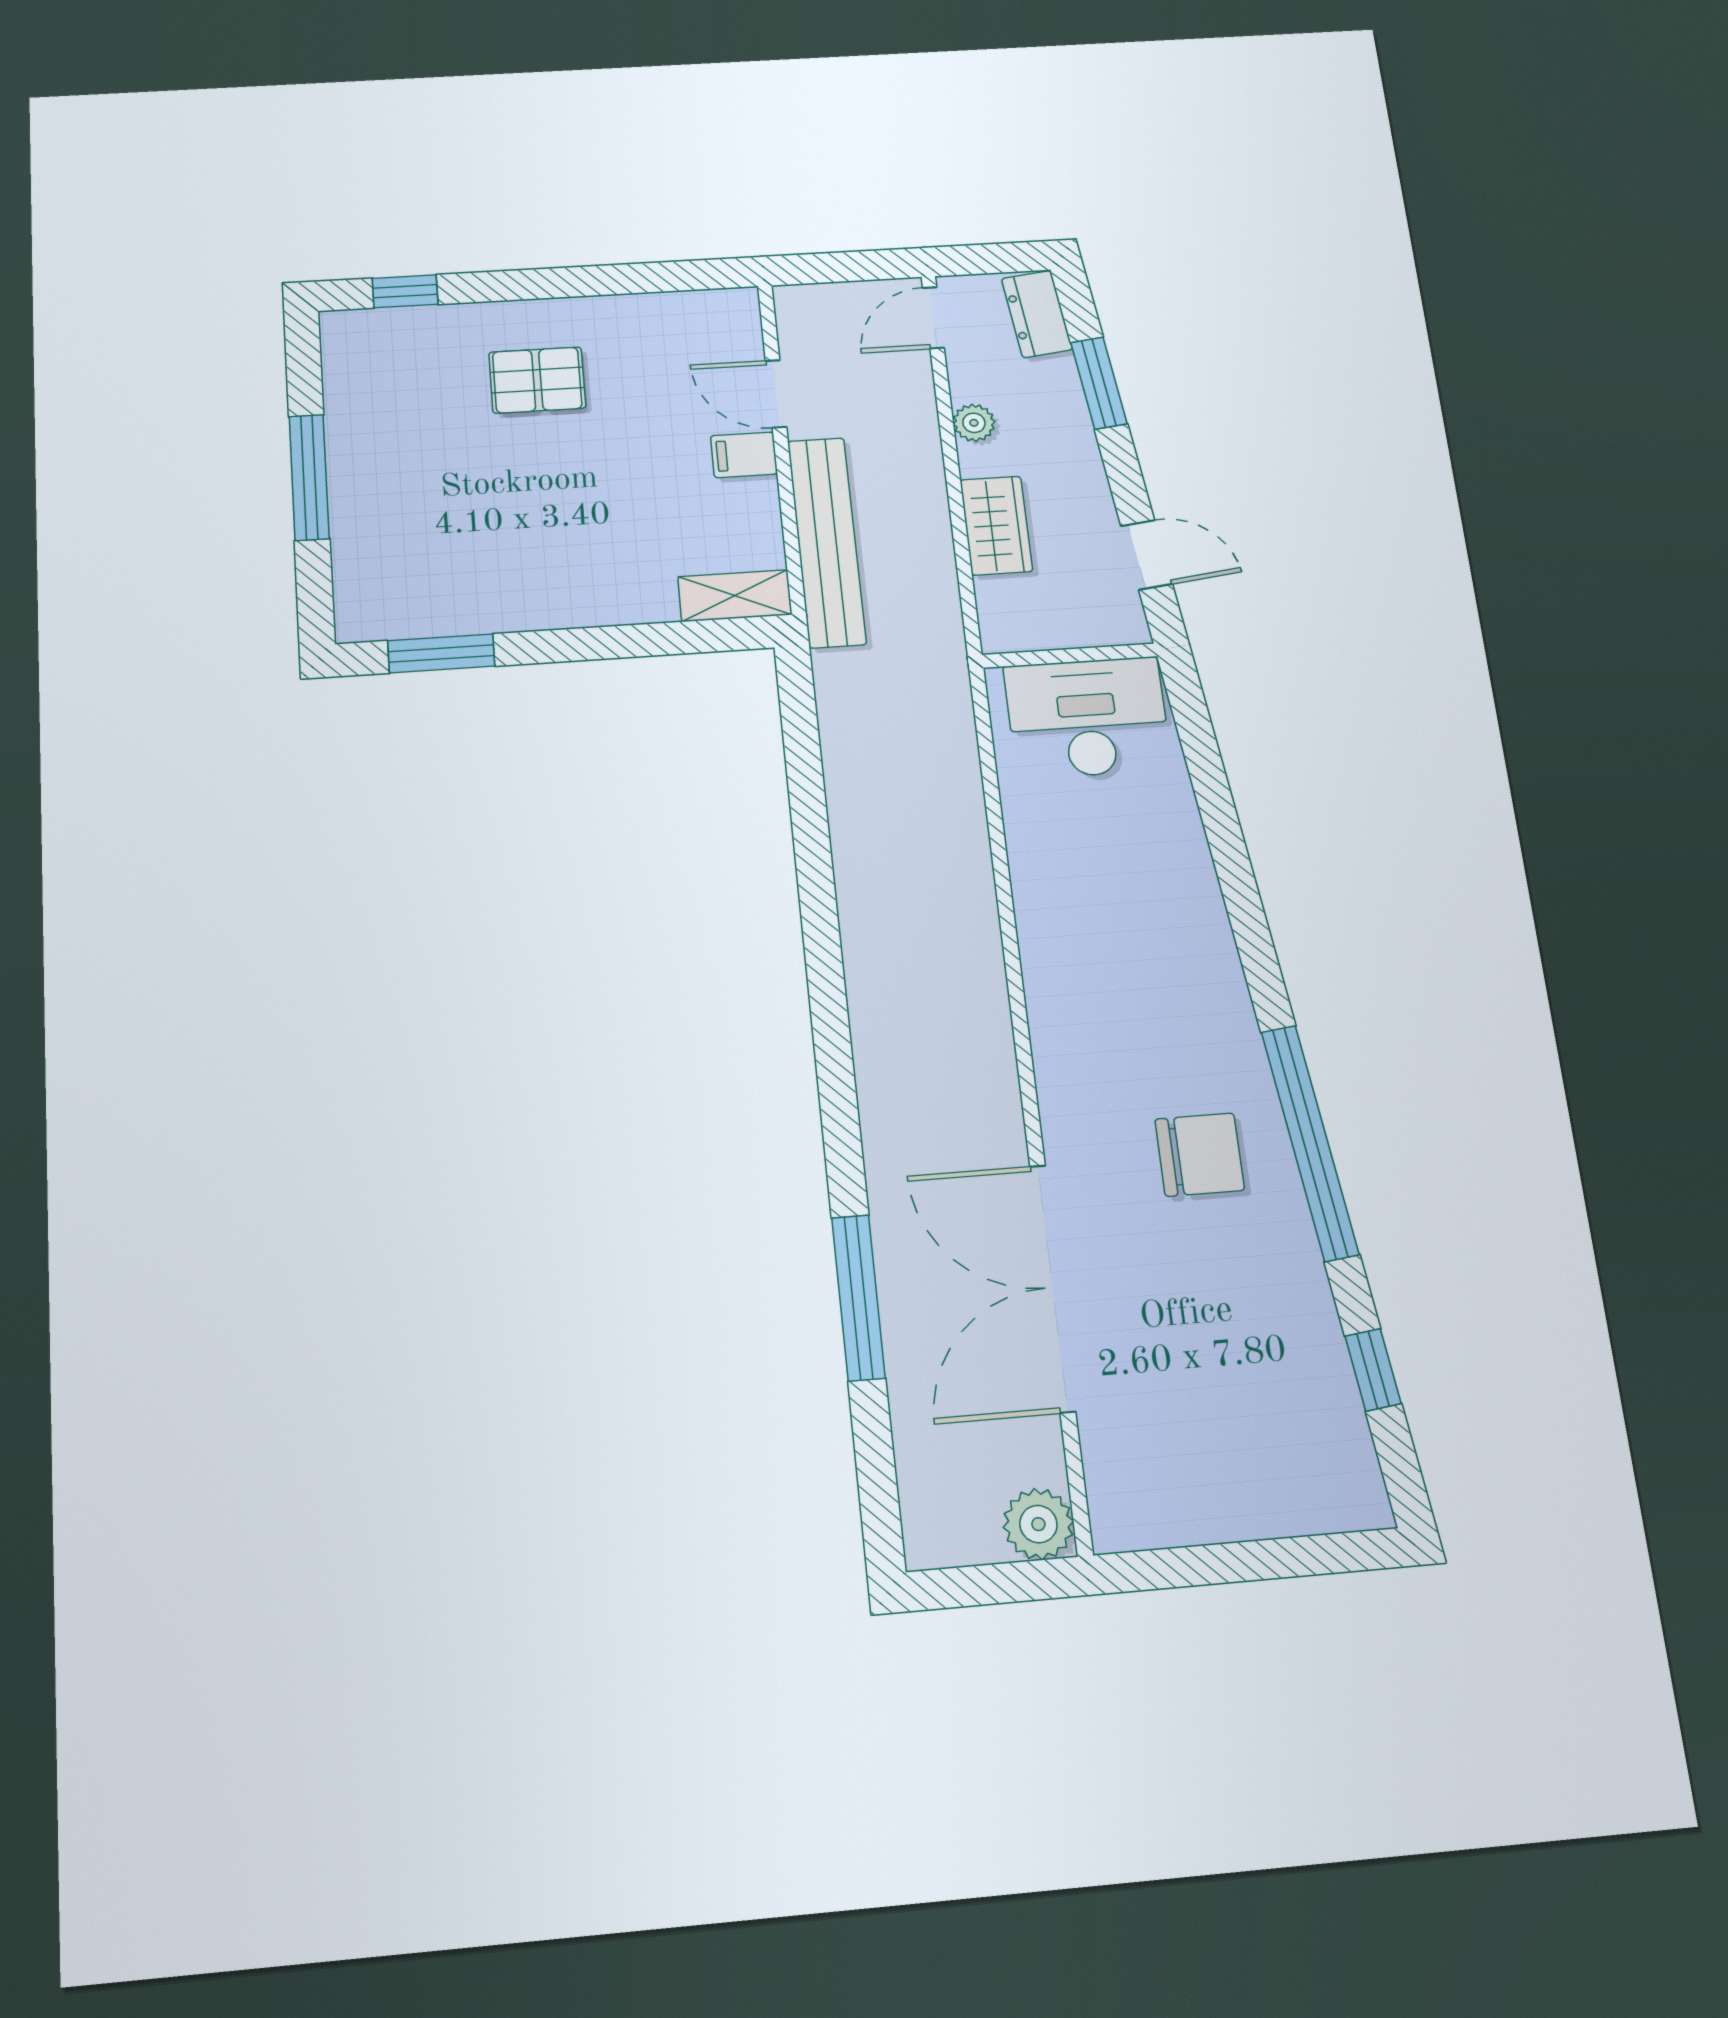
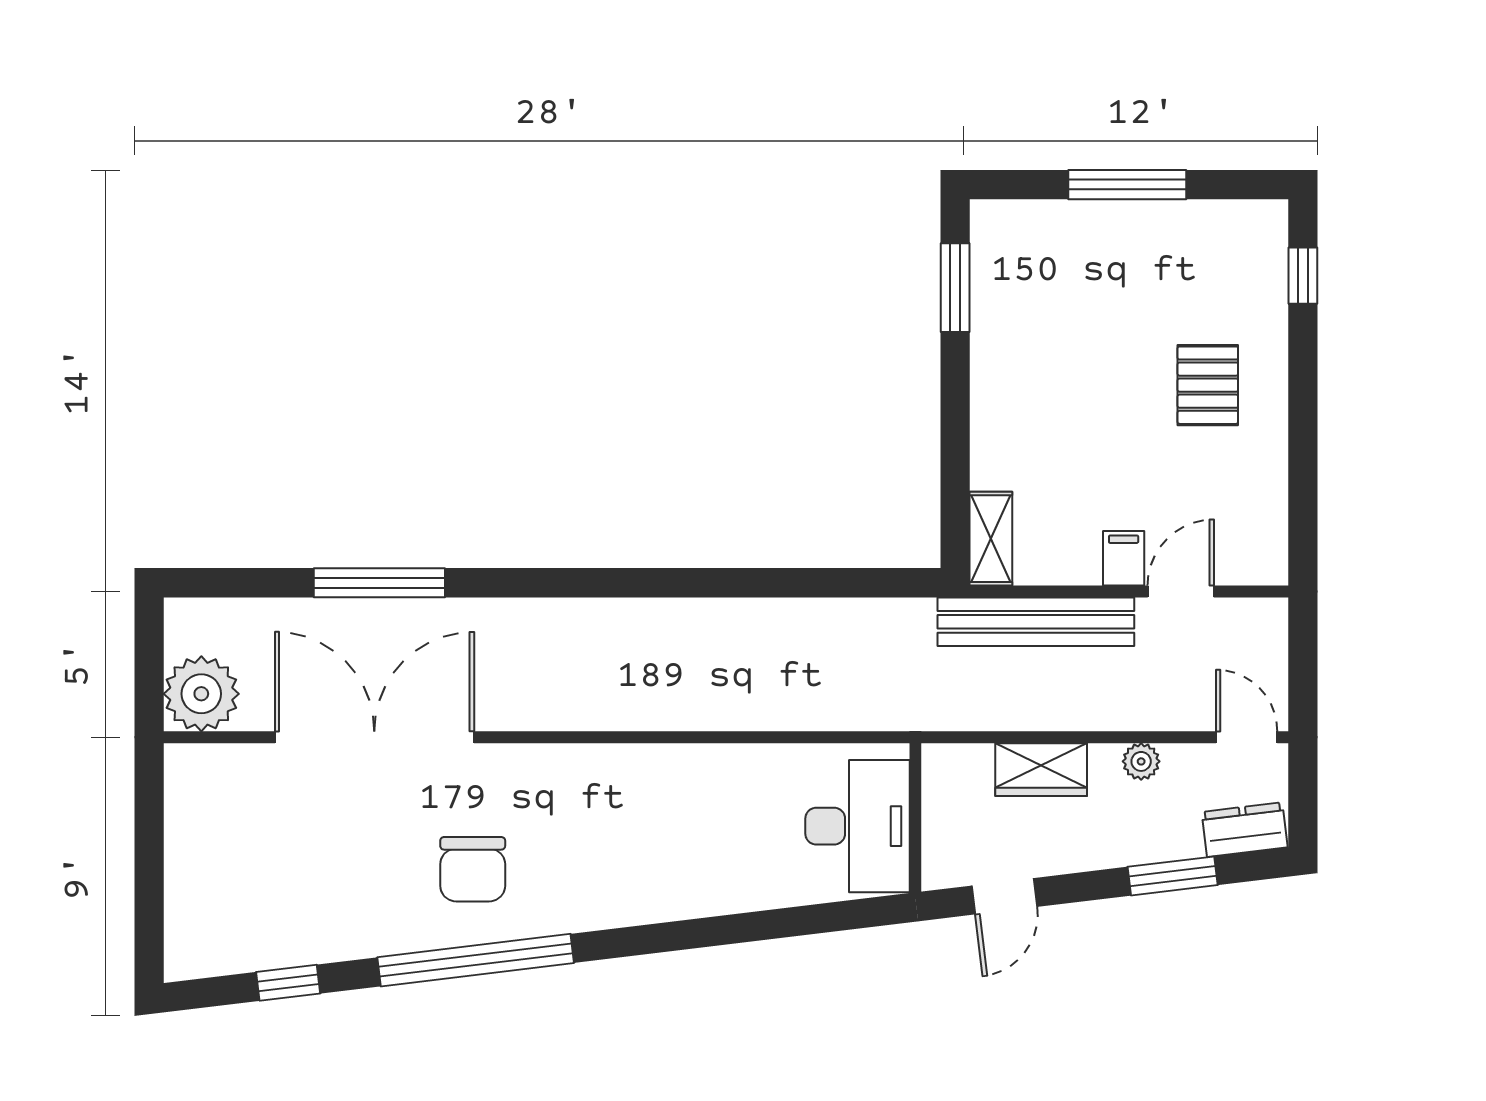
plant: (1038, 1524) -> (201, 694), width x1.36, depth x1.36

